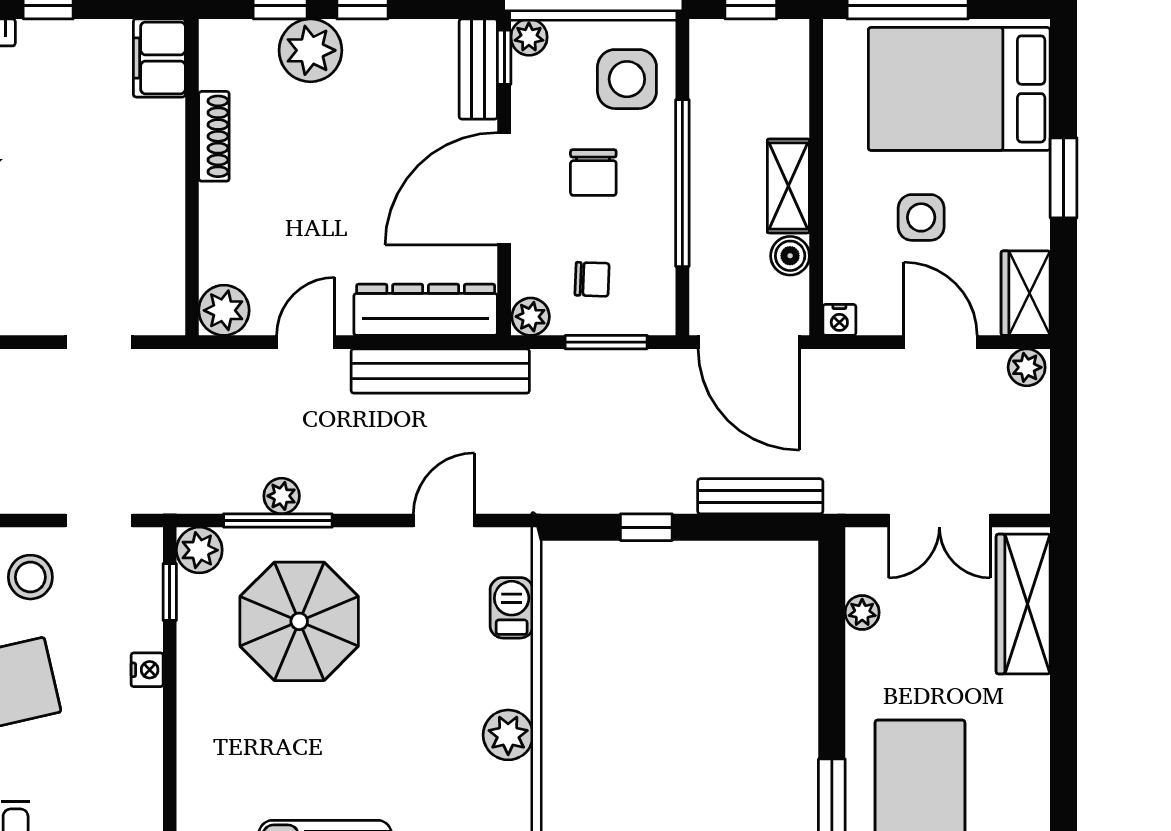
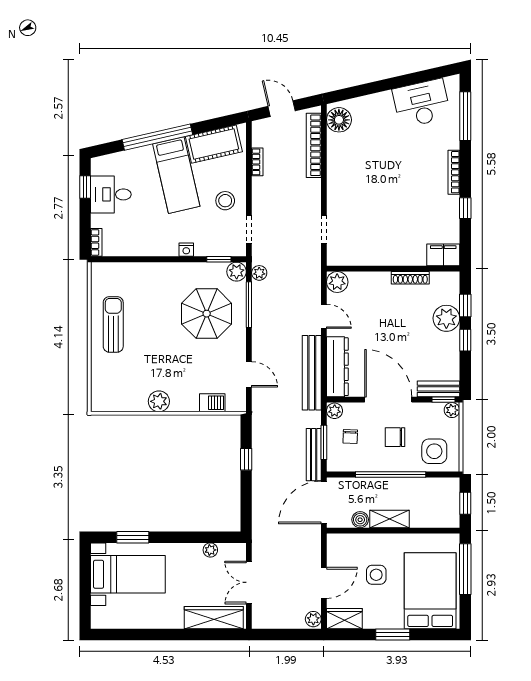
nightstand: (839, 320) -> (333, 540), removed
plant: (282, 496) -> (259, 273), moved
bench: (760, 496) -> (314, 455), moved

